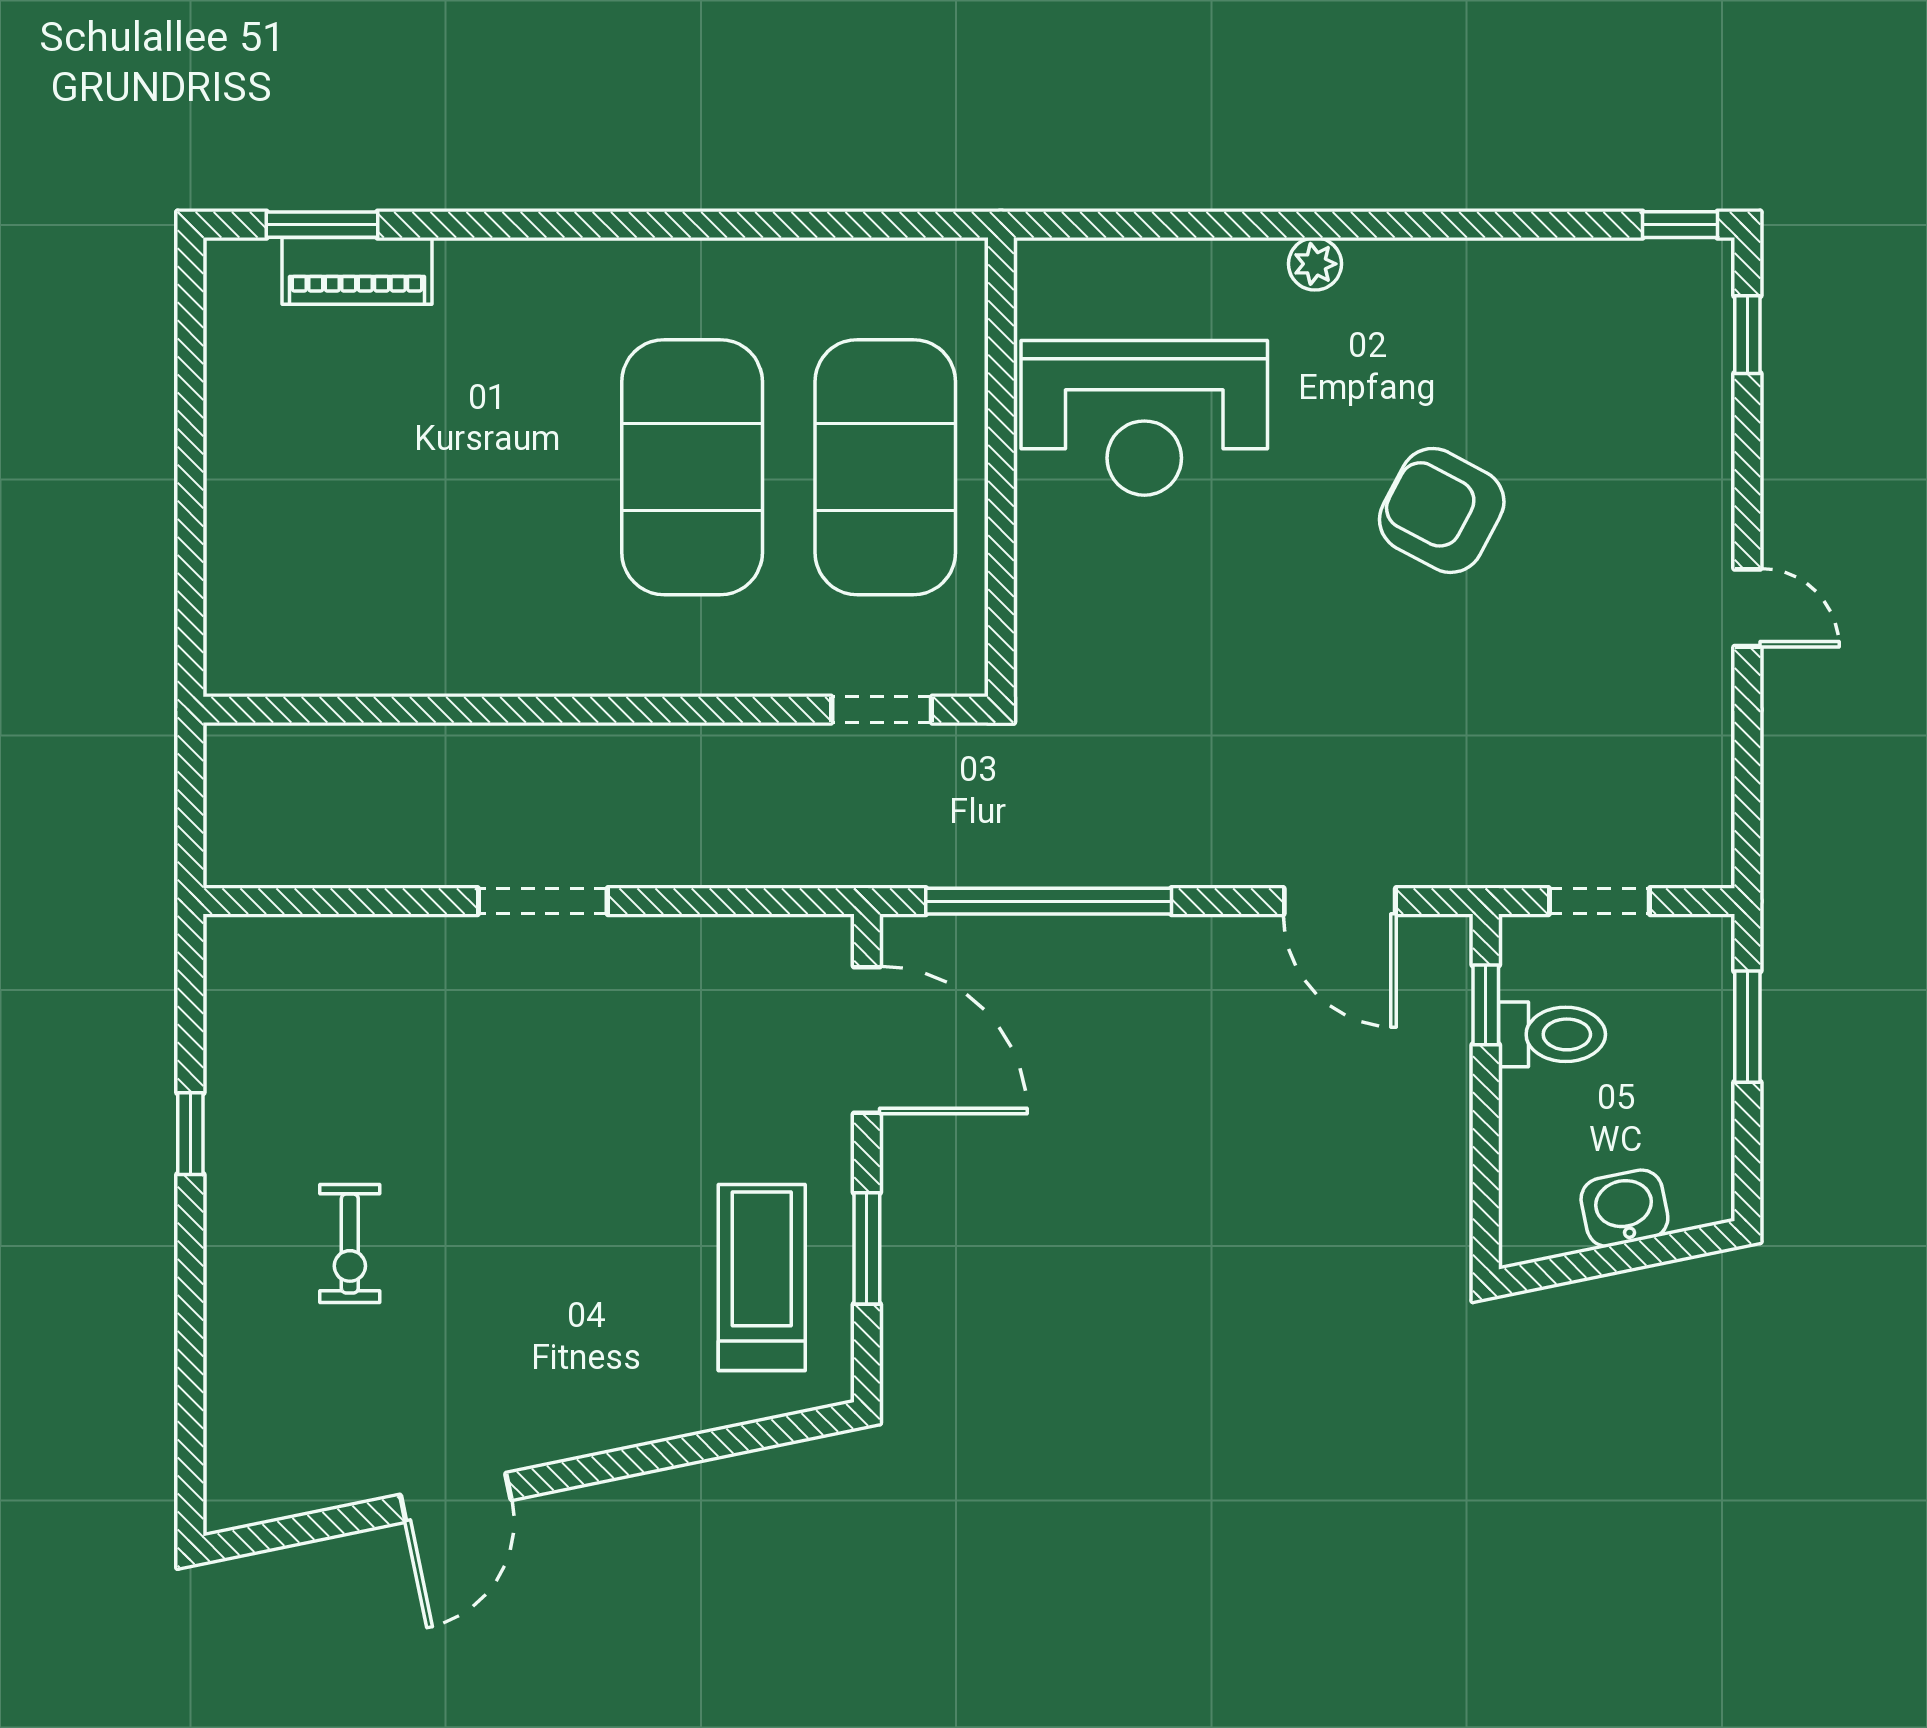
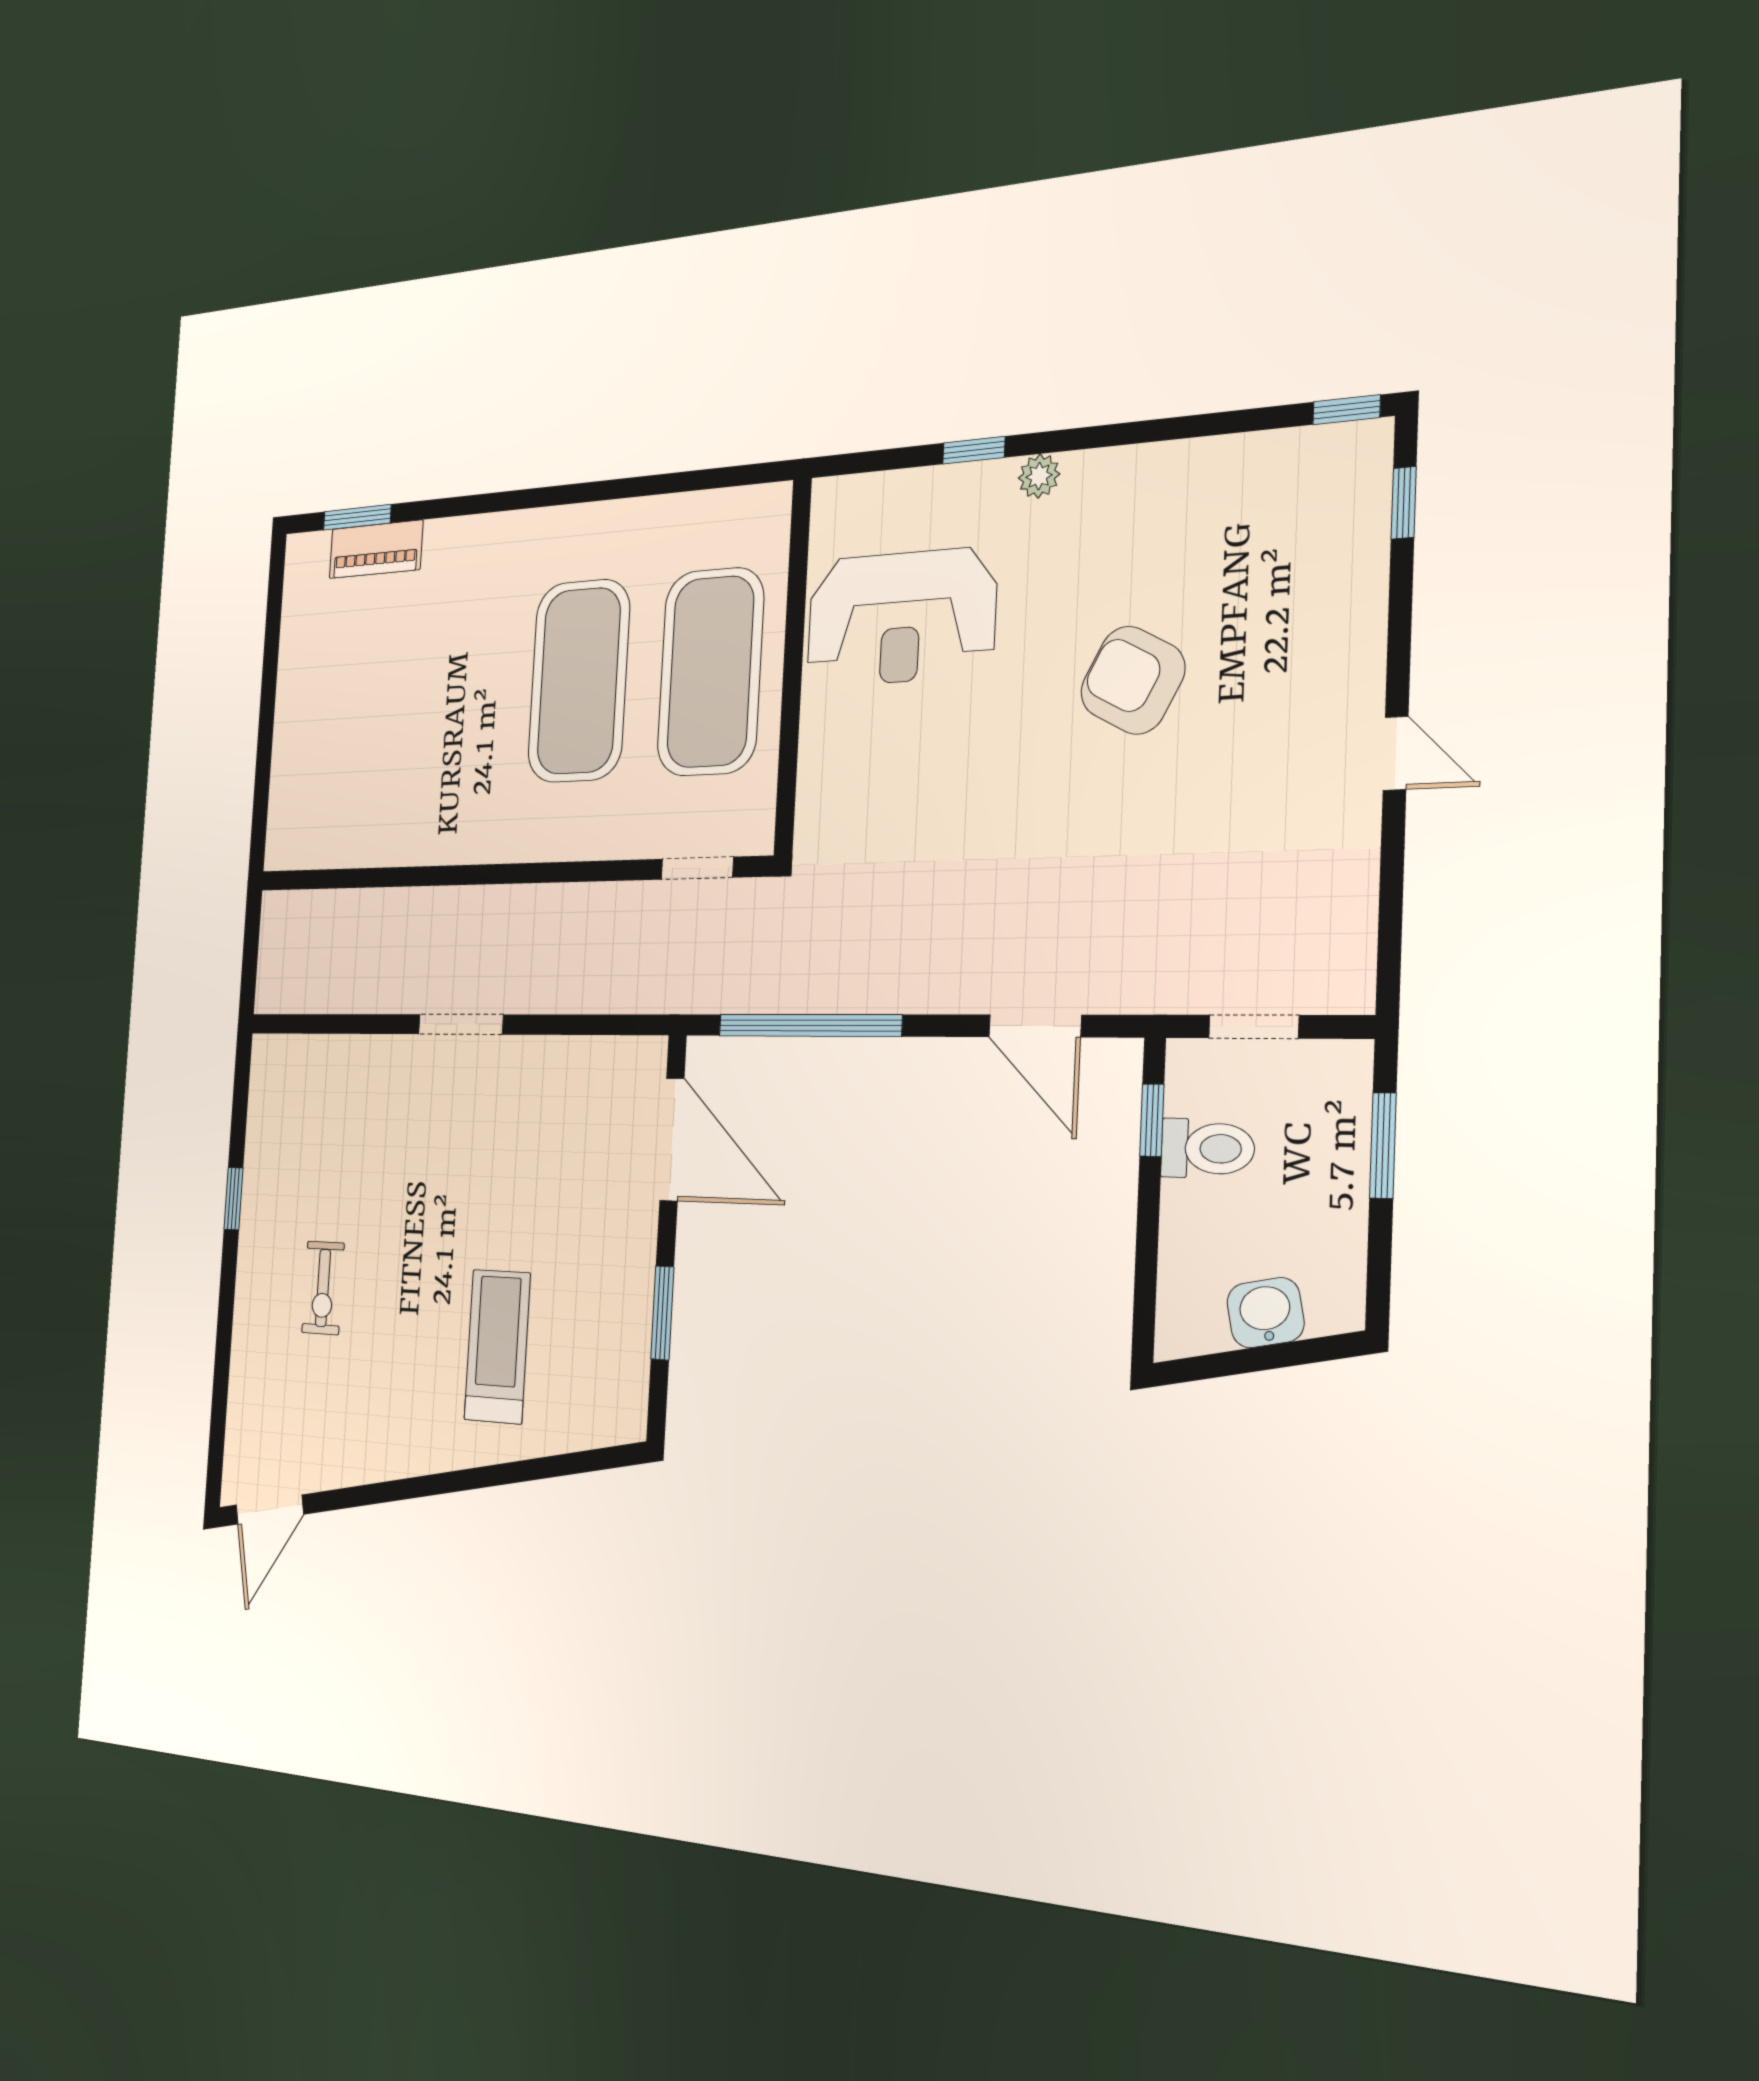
window: (1230, 225) -> (974, 450), added
treadmill: (762, 1278) -> (497, 1346), moved
door: (456, 1497) -> (270, 1510), moved

